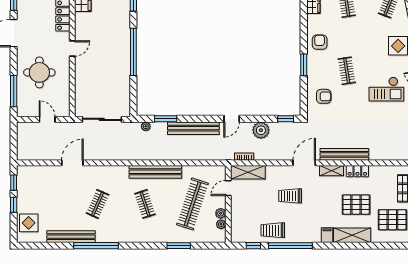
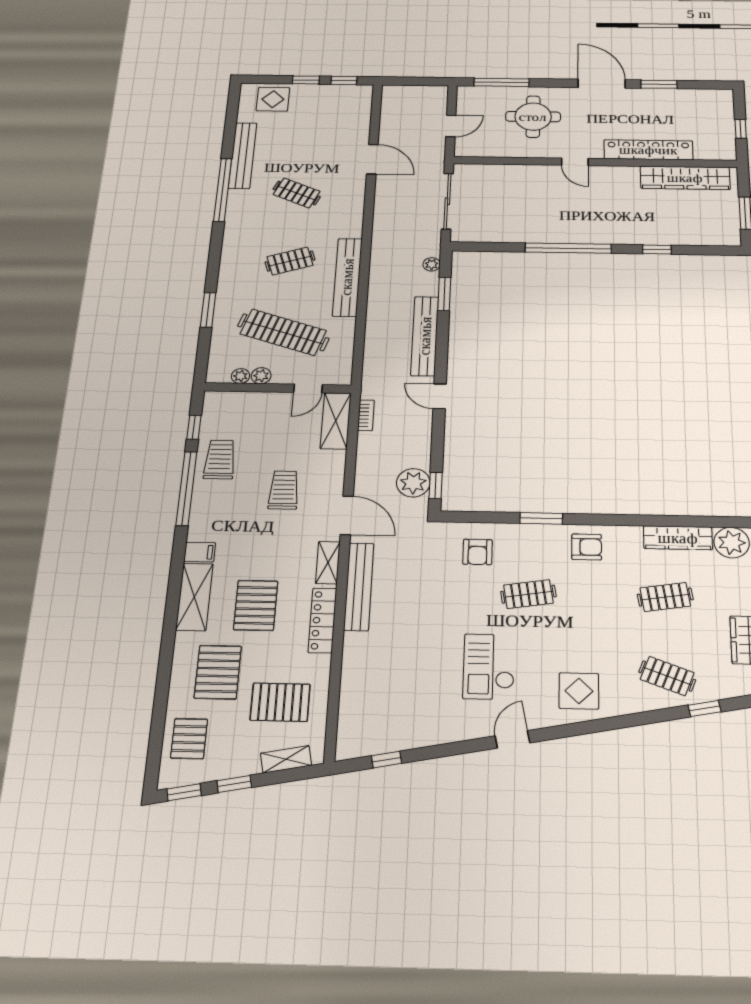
plant: (261, 130) -> (413, 483), moved
locker: (357, 171) -> (322, 620), width x1.53
door: (228, 188) -> (308, 389), swing flipped

